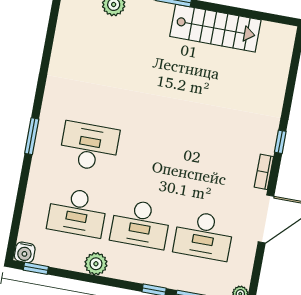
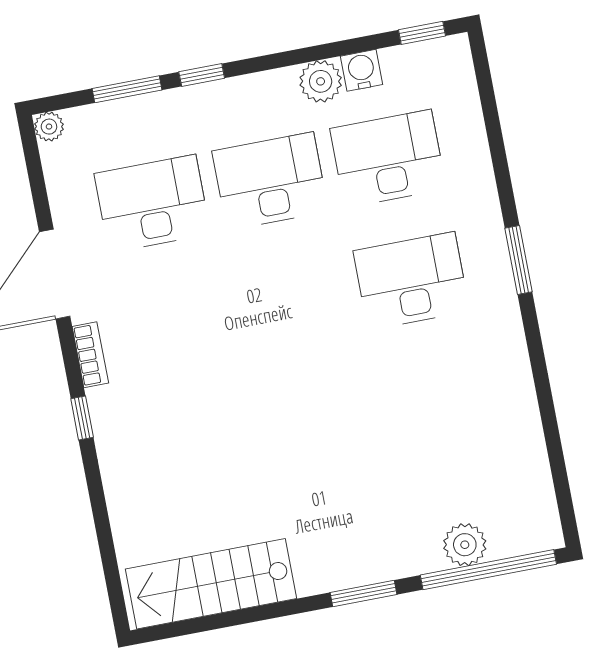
stairs: (215, 28) -> (211, 584), moved
desk: (89, 147) -> (411, 281), turned 180
water cooler: (25, 252) -> (361, 70), moved

